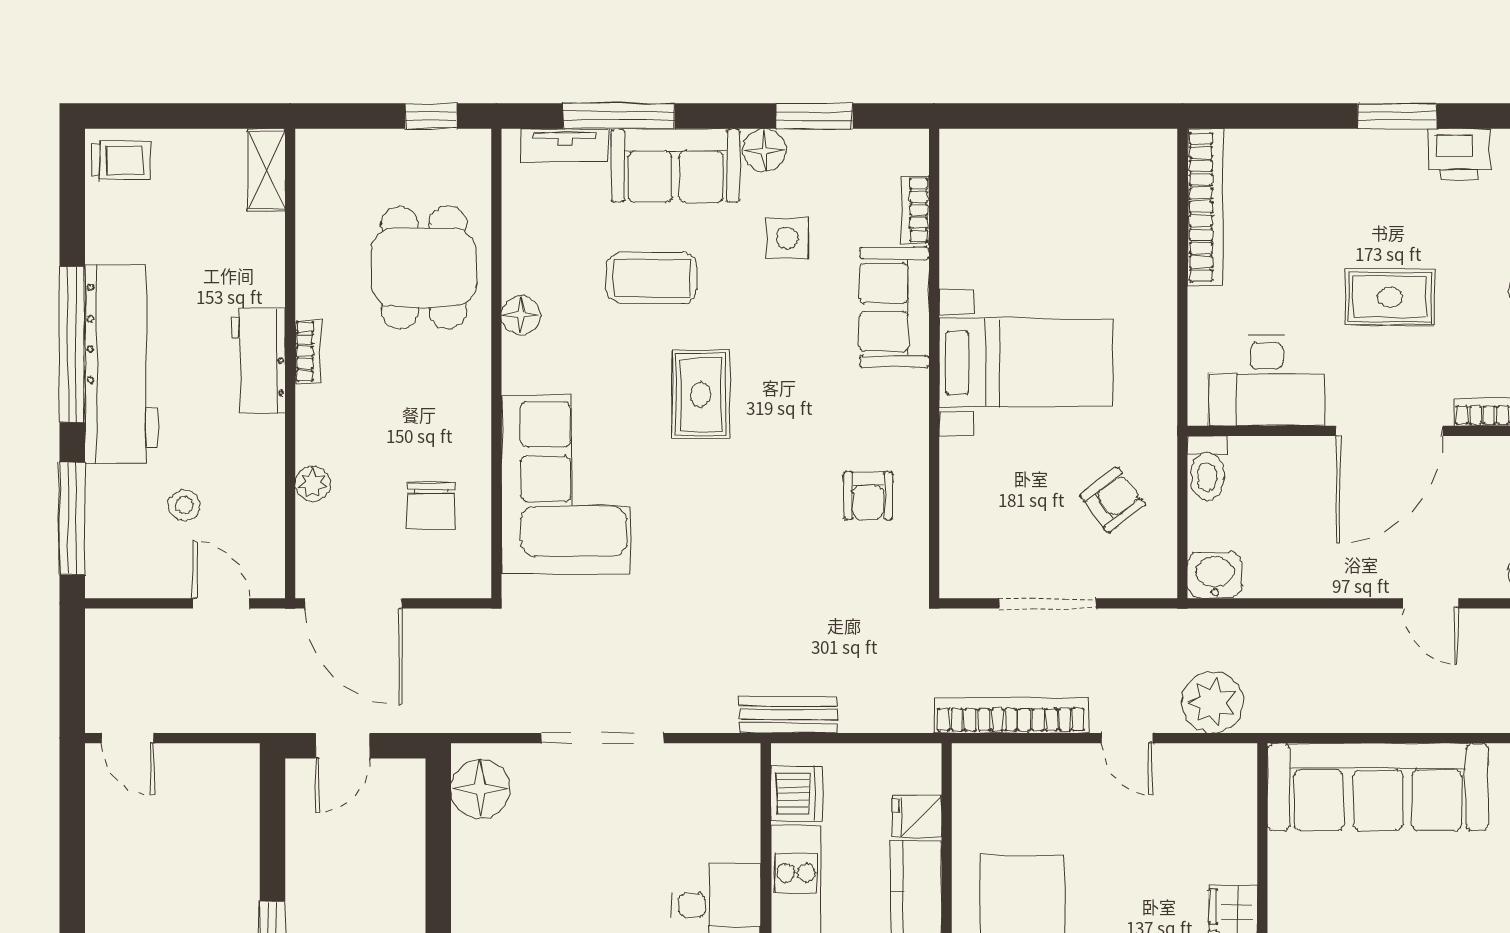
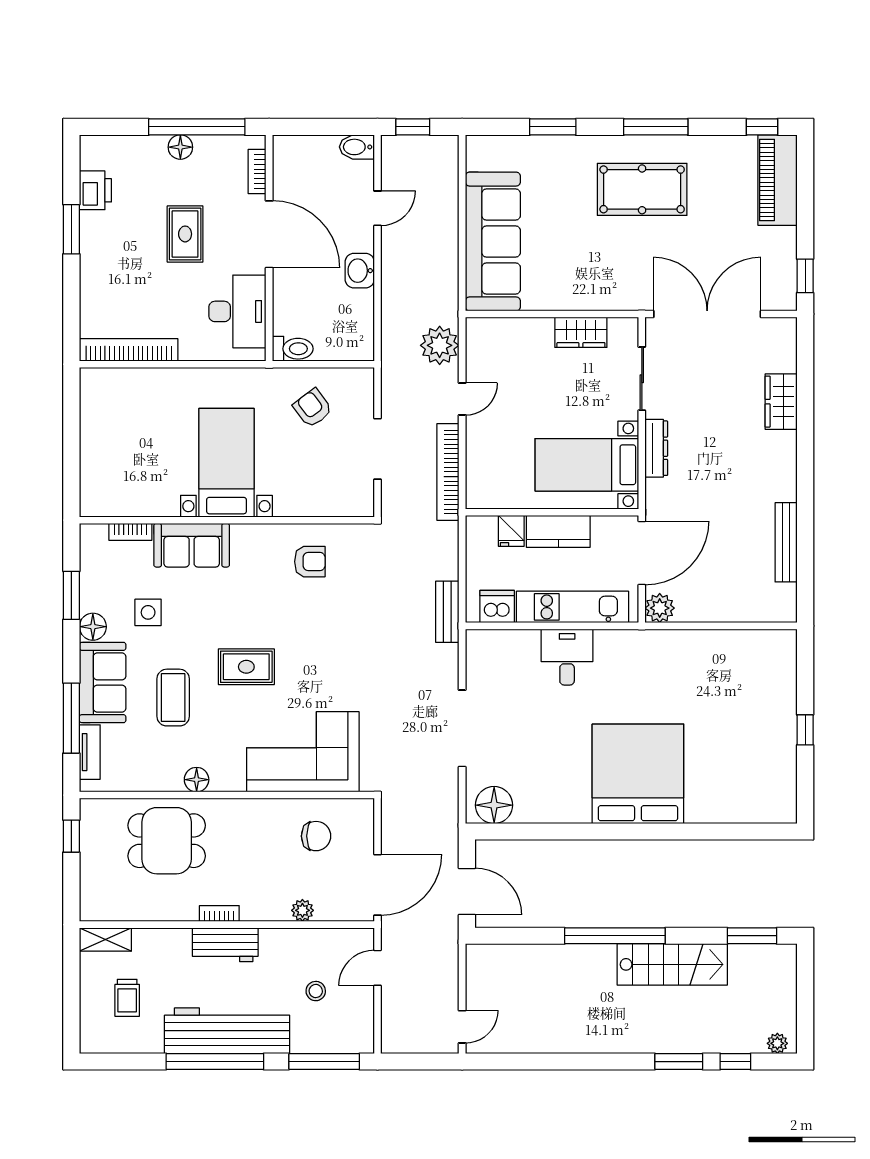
trolley: (121, 160) -> (127, 998), moved, turned 180
washbasin: (1215, 575) -> (360, 271), moved
door: (343, 746) -> (467, 891), width x1.38

